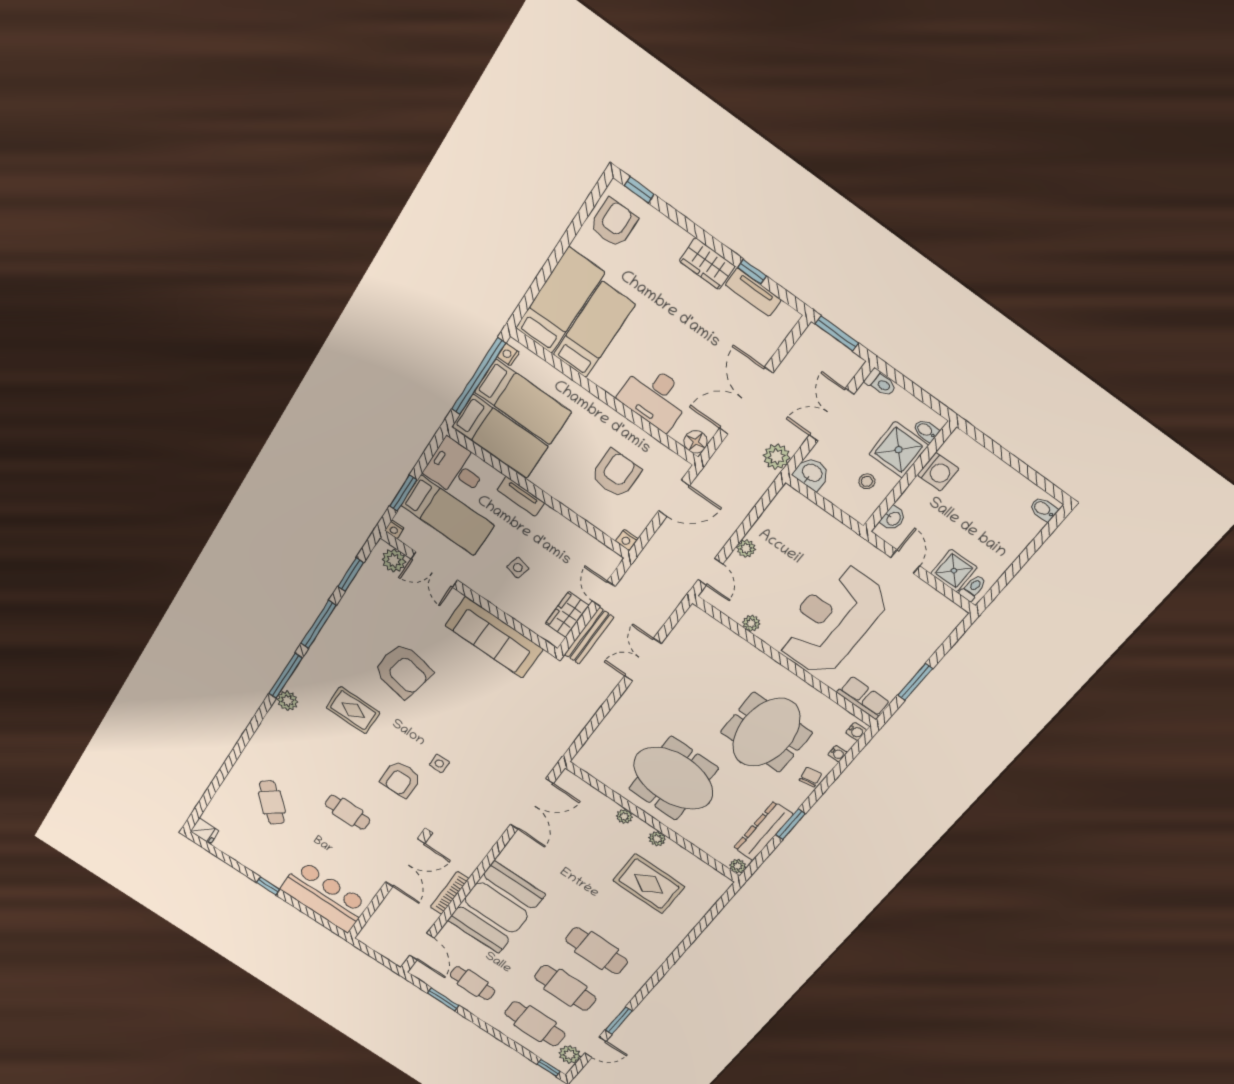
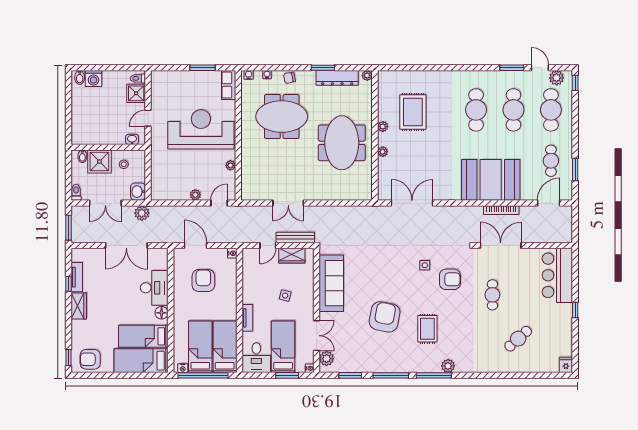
floor lamp: (696, 442) -> (162, 313), moved
washing machine: (938, 472) -> (94, 78), moved, turned 180
armchair: (616, 474) -> (203, 281), turned 90
reception desk: (832, 620) -> (201, 129), turned 180

